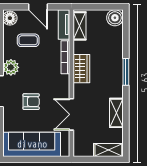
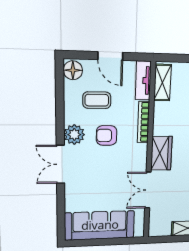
wardrobe: (81, 69) -> (161, 153), moved
armchair: (31, 102) -> (107, 135), moved, turned 180

